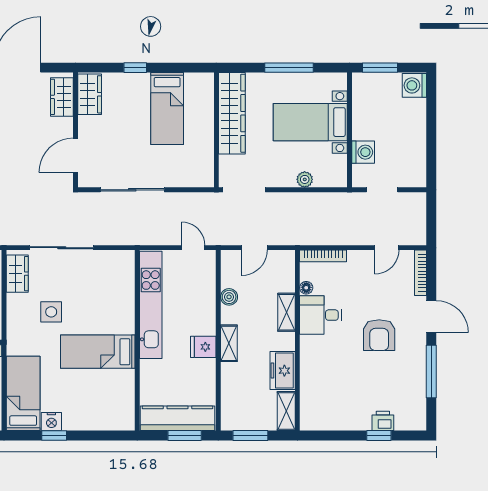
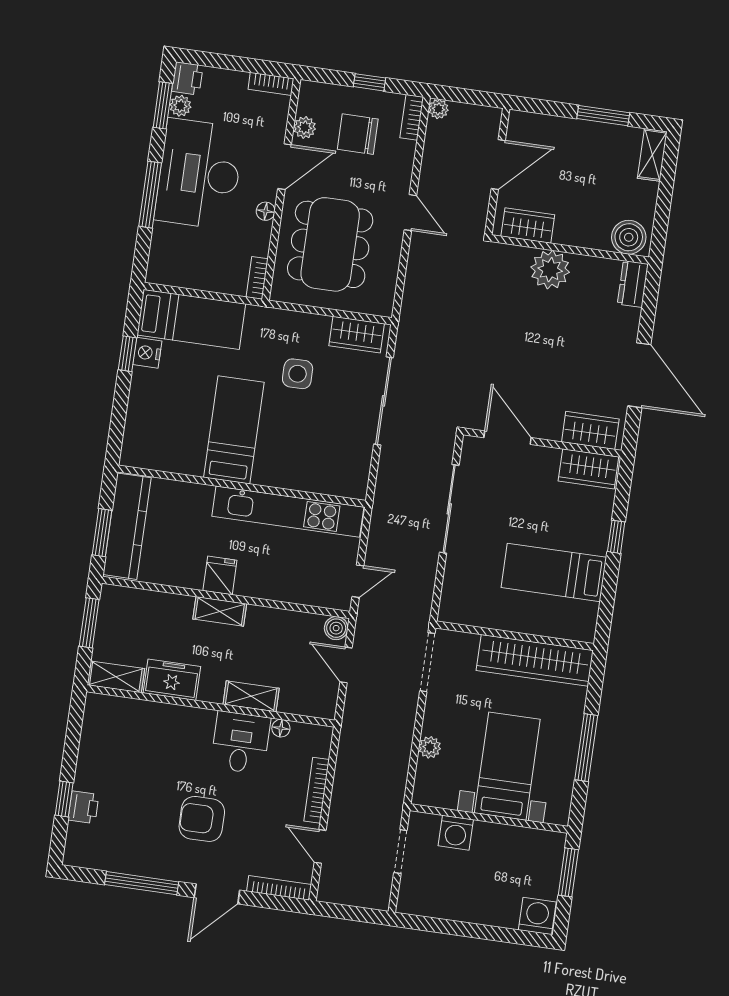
bookcase: (323, 256) -> (317, 790), moved
boiler: (229, 297) -> (336, 628), moved

